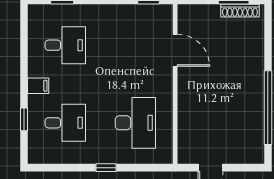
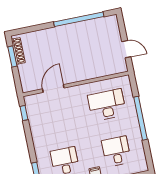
window: (106, 168) -> (140, 118), width x3.17

